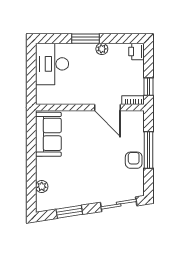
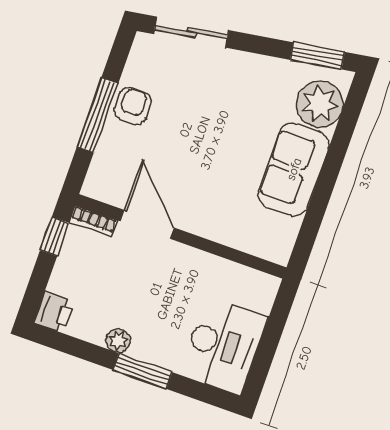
sofa: (48, 134) -> (294, 169), moved
armchair: (134, 160) -> (133, 106), turned 180
plant: (42, 187) -> (320, 104), width x1.88, depth x1.88
window: (69, 212) -> (317, 56), moved

